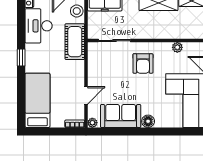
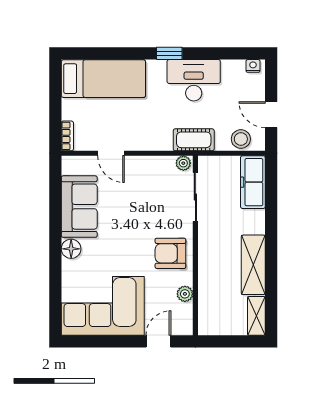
desk: (39, 26) -> (194, 80), moved
cot: (75, 42) -> (194, 140), width x0.73, depth x0.75
armchair: (143, 63) -> (170, 253), moved
plant: (92, 123) -> (183, 163), moved

